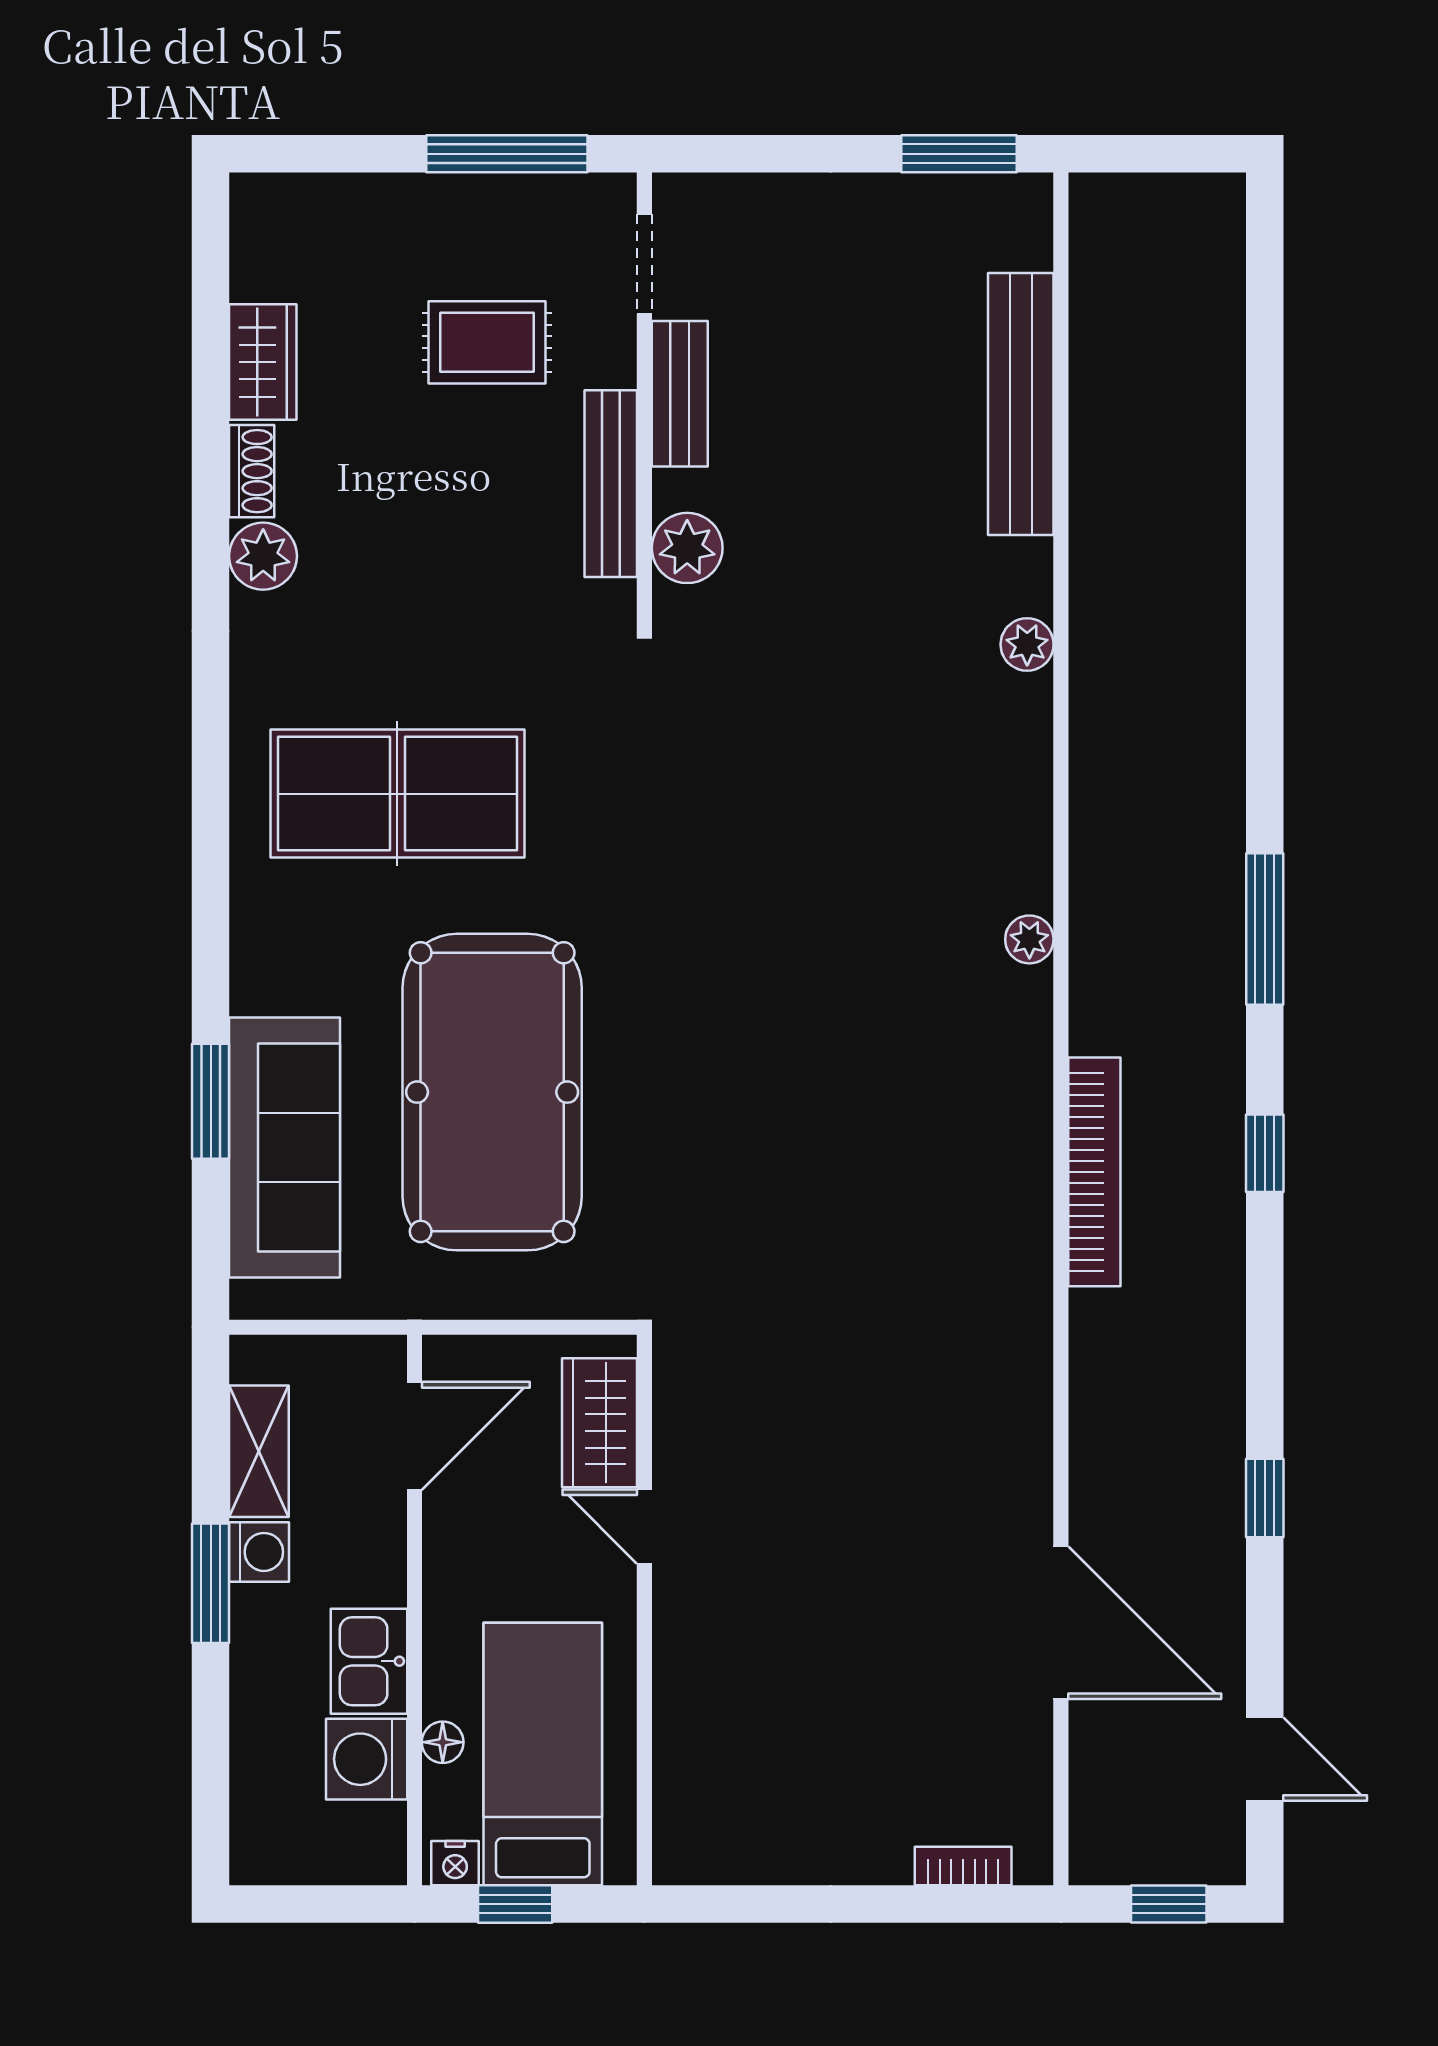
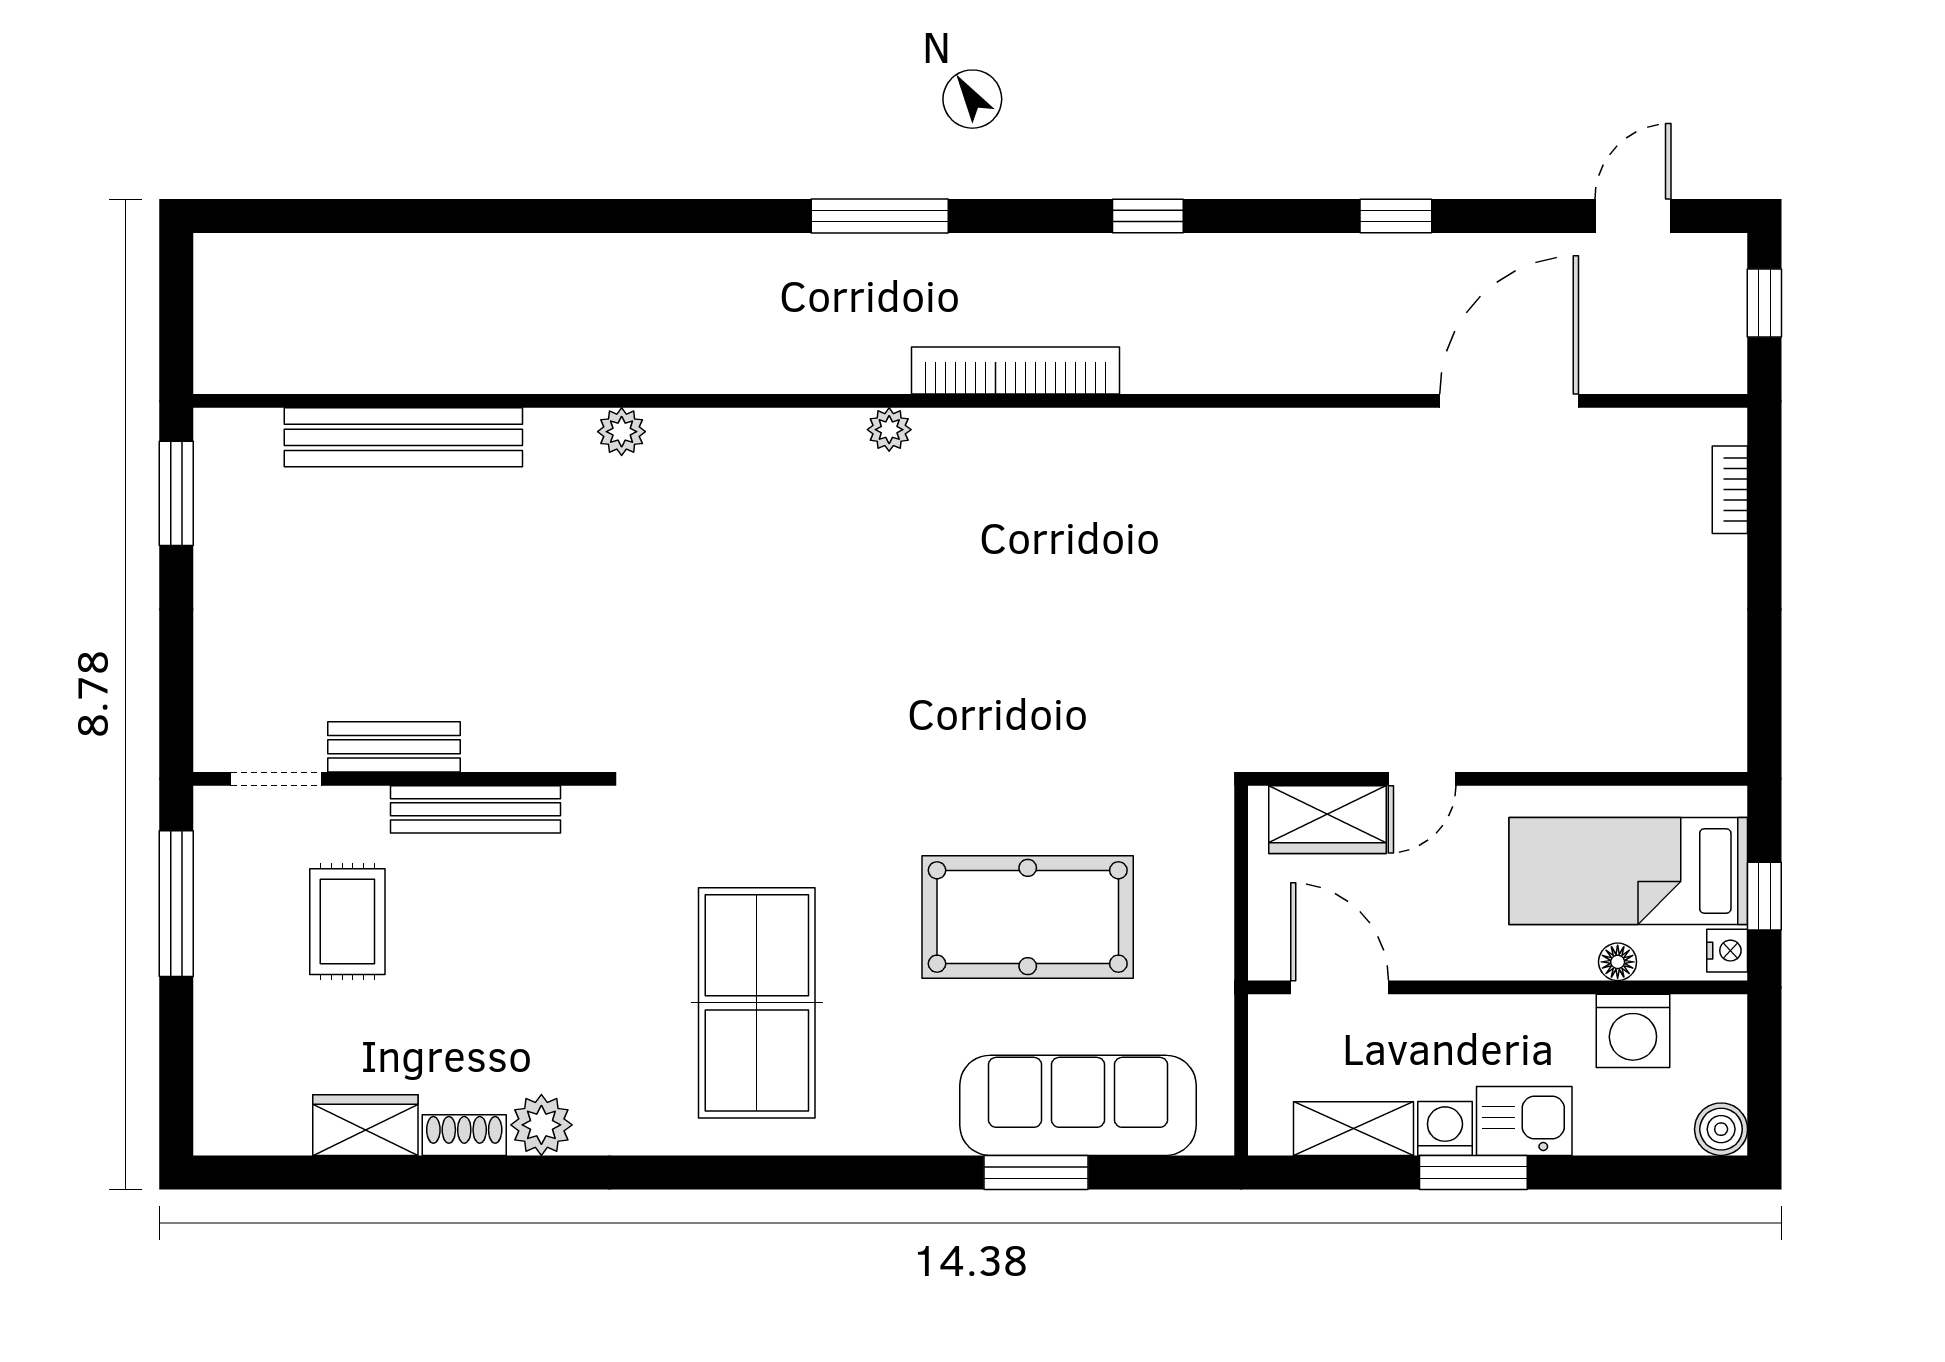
plant: (687, 548) -> (534, 740), removed
pool table: (492, 1092) -> (1028, 917), width x0.73, depth x0.76
window: (1265, 1153) -> (1148, 216), moved
bookcase: (1094, 1172) -> (1016, 371), moved
kitchen sink: (369, 1661) -> (1524, 1121), moved, turned 180
boiler: (258, 1856) -> (1721, 1129), added

